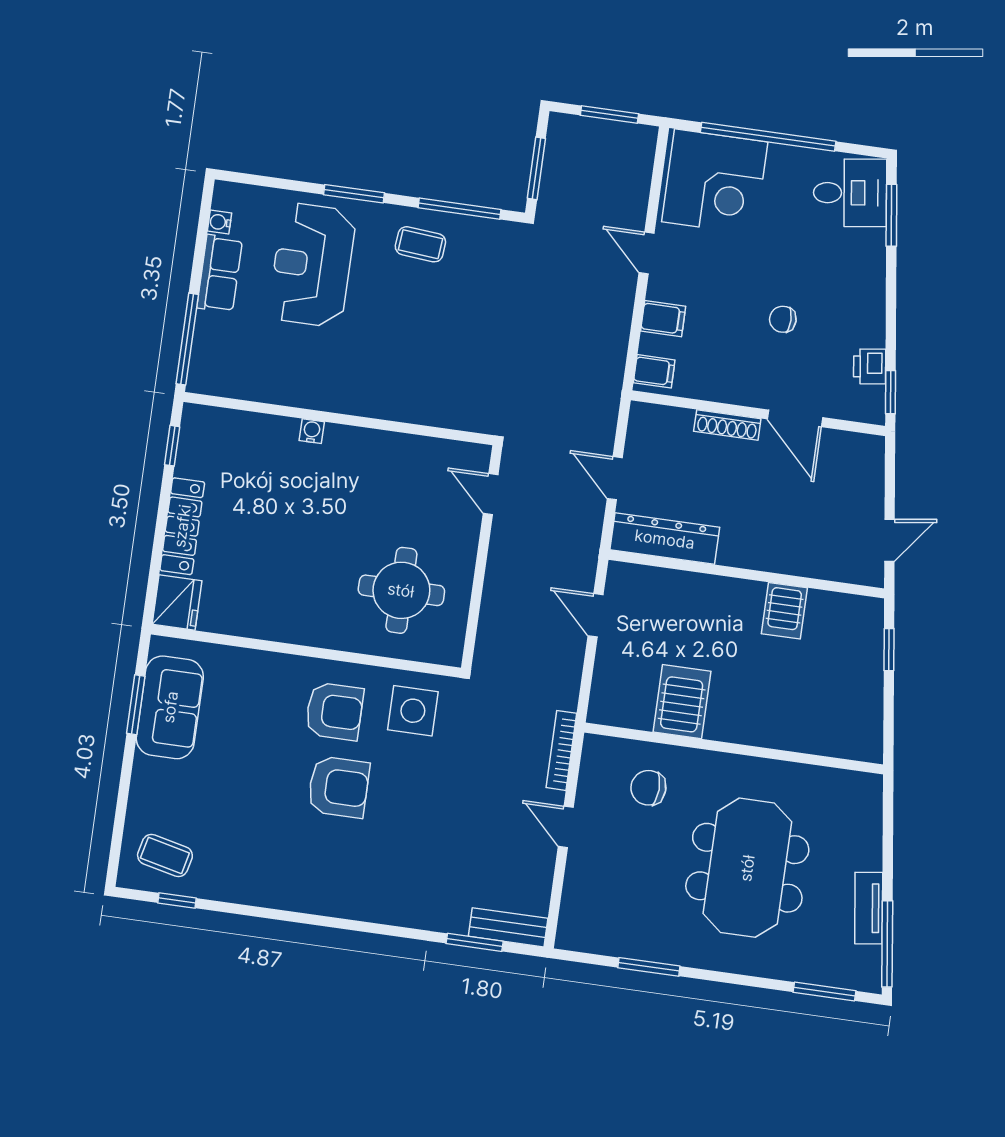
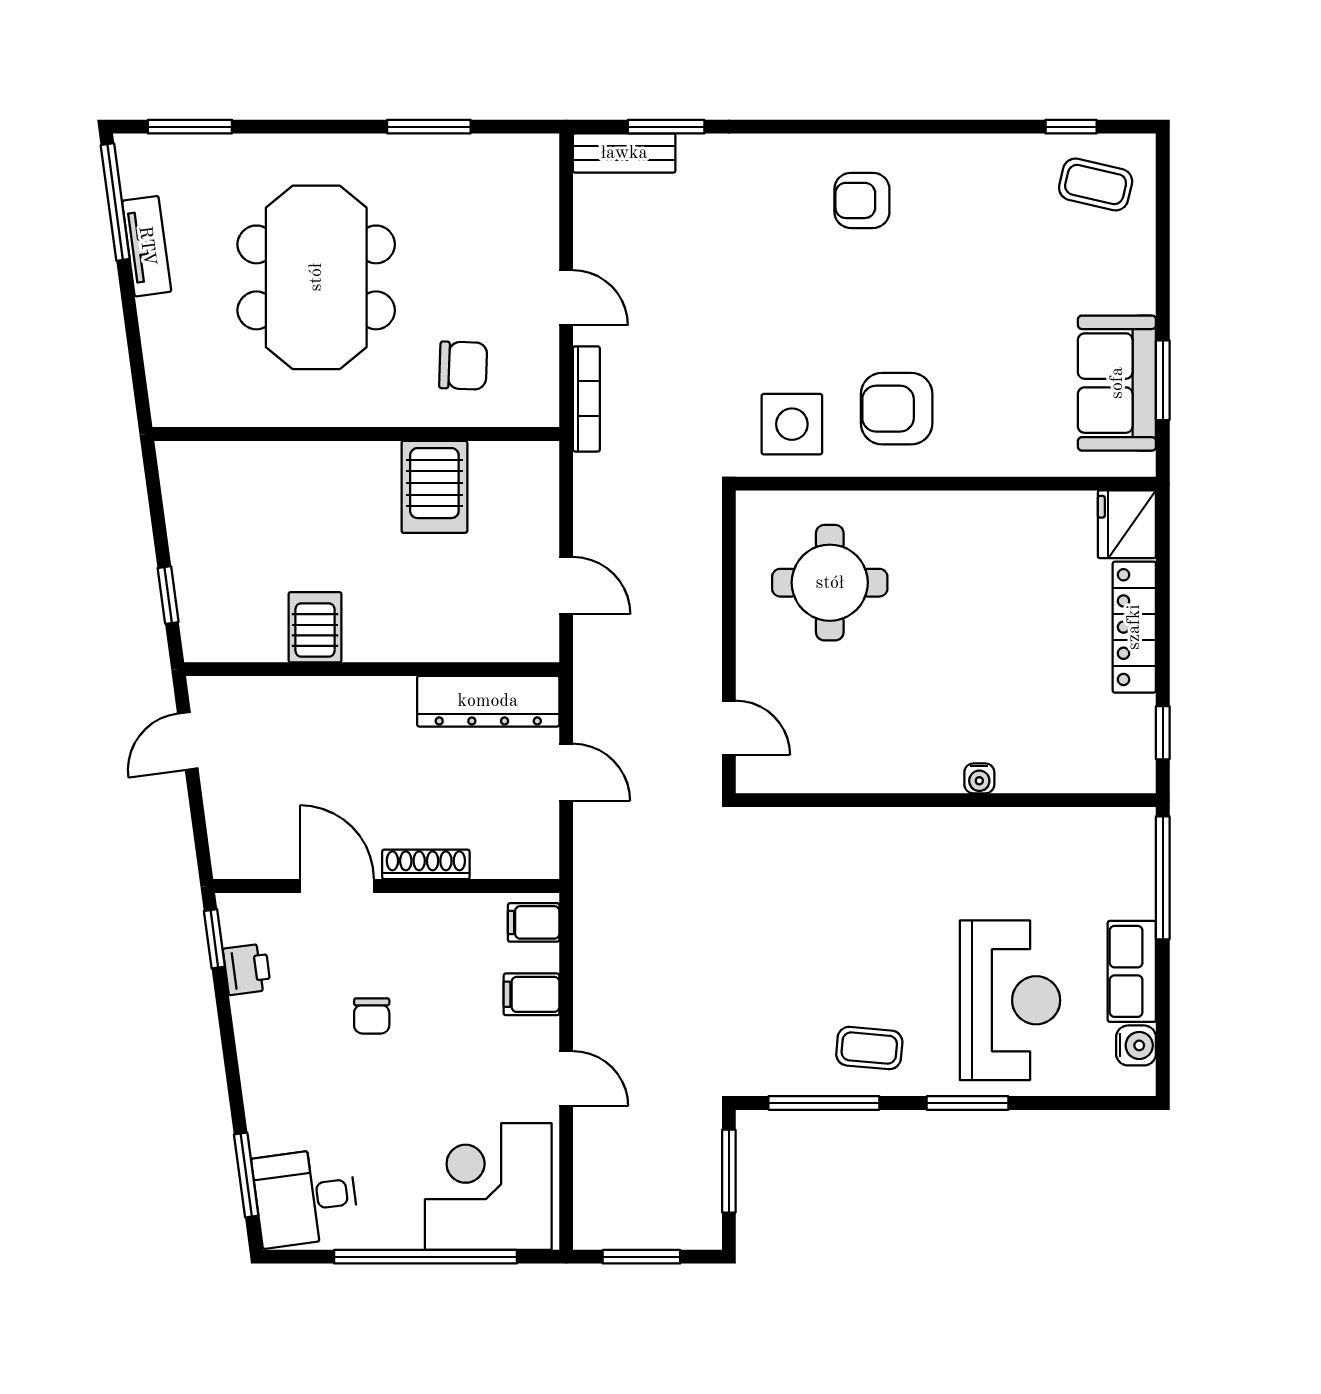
water cooler: (220, 222) -> (1136, 1045), width x1.38, depth x1.38
chair: (783, 319) -> (372, 1016), turned 90
armchair: (339, 787) -> (862, 200), moved, width x0.72, depth x0.72

